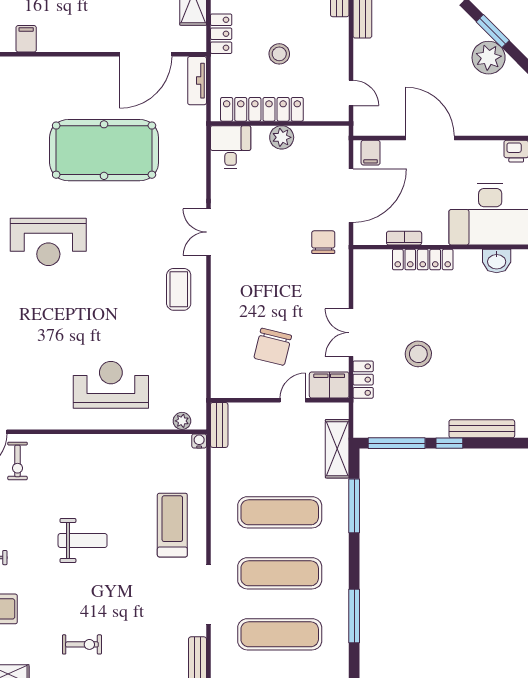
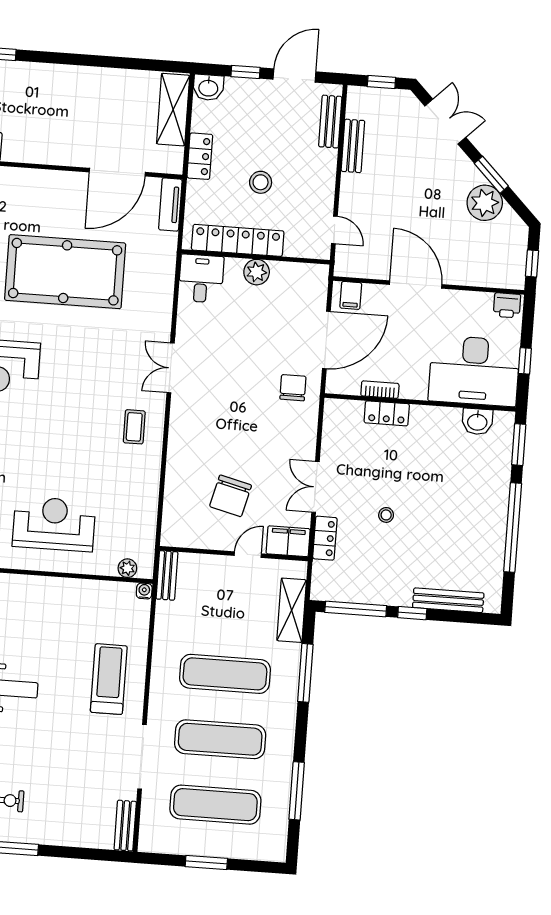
locker: (423, 260) -> (387, 413), width x0.66
coffee table: (179, 289) -> (134, 427), width x0.73, depth x0.77
stool: (418, 354) -> (386, 515), width x0.53, depth x0.53

